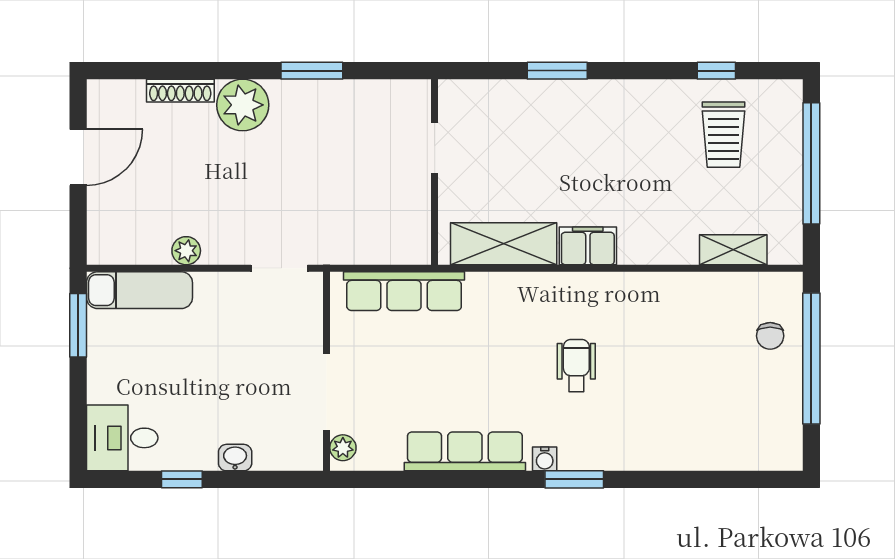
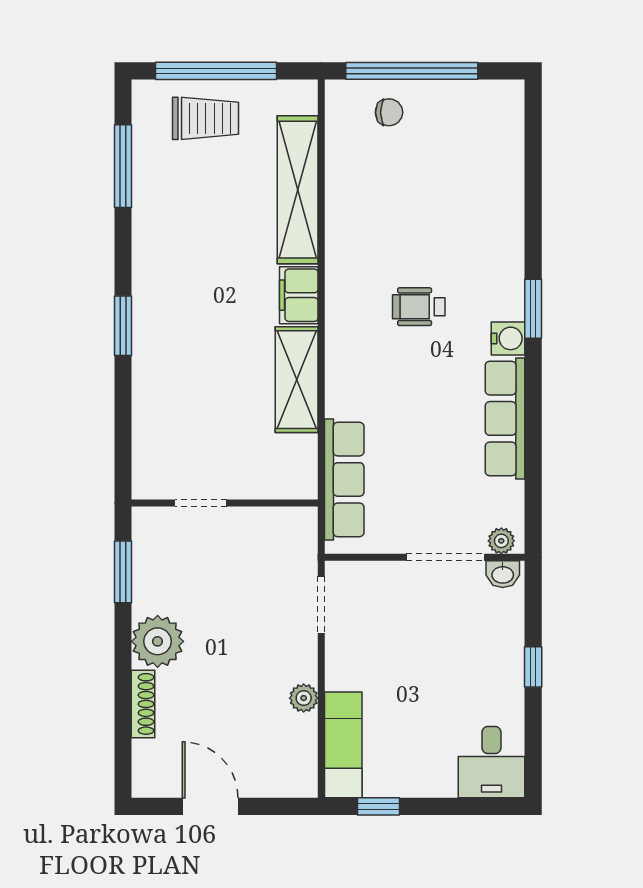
window: (716, 71) -> (123, 166), width x2.17
trolley: (724, 135) -> (205, 118), moved
doorway: (435, 148) -> (201, 503), moved
wall: (435, 172) -> (225, 503), moved
shelving: (733, 250) -> (298, 190), width x2.20, depth x1.33
window: (78, 325) -> (378, 806), width x0.67
washbasin: (235, 458) -> (503, 574), moved, turned -90
water cooler: (545, 459) -> (508, 338), width x1.38, depth x1.38
window: (182, 479) -> (533, 667), moved

